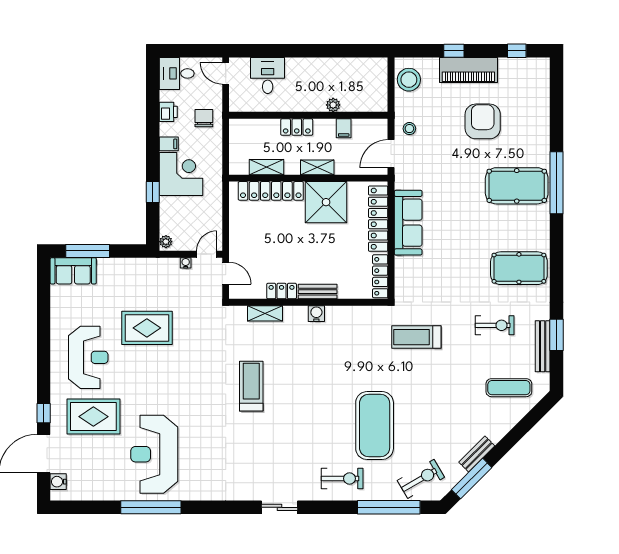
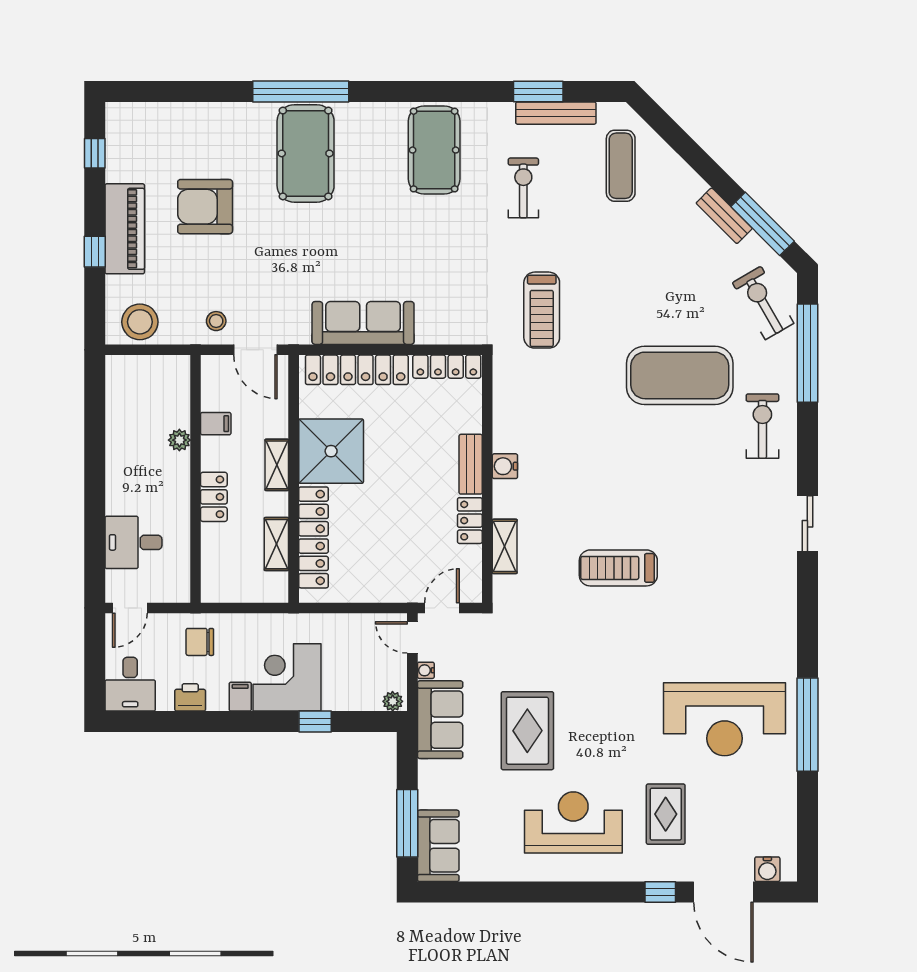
sofa: (154, 272) -> (440, 720), added
rug: (93, 417) -> (666, 814), width x0.73, depth x0.70

